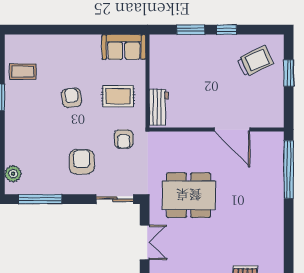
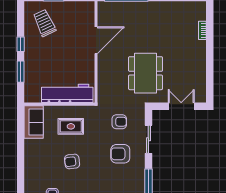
rug: (118, 96) -> (71, 126), turned 90
workbench: (159, 107) -> (67, 93), width x1.88, depth x1.32
armchair: (124, 139) -> (119, 122), moved
sliding door: (115, 199) -> (148, 139), moved

